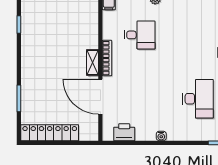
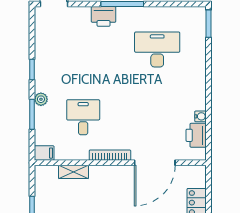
shelving: (93, 63) -> (74, 172), moved
water cooler: (161, 136) -> (200, 116), moved

